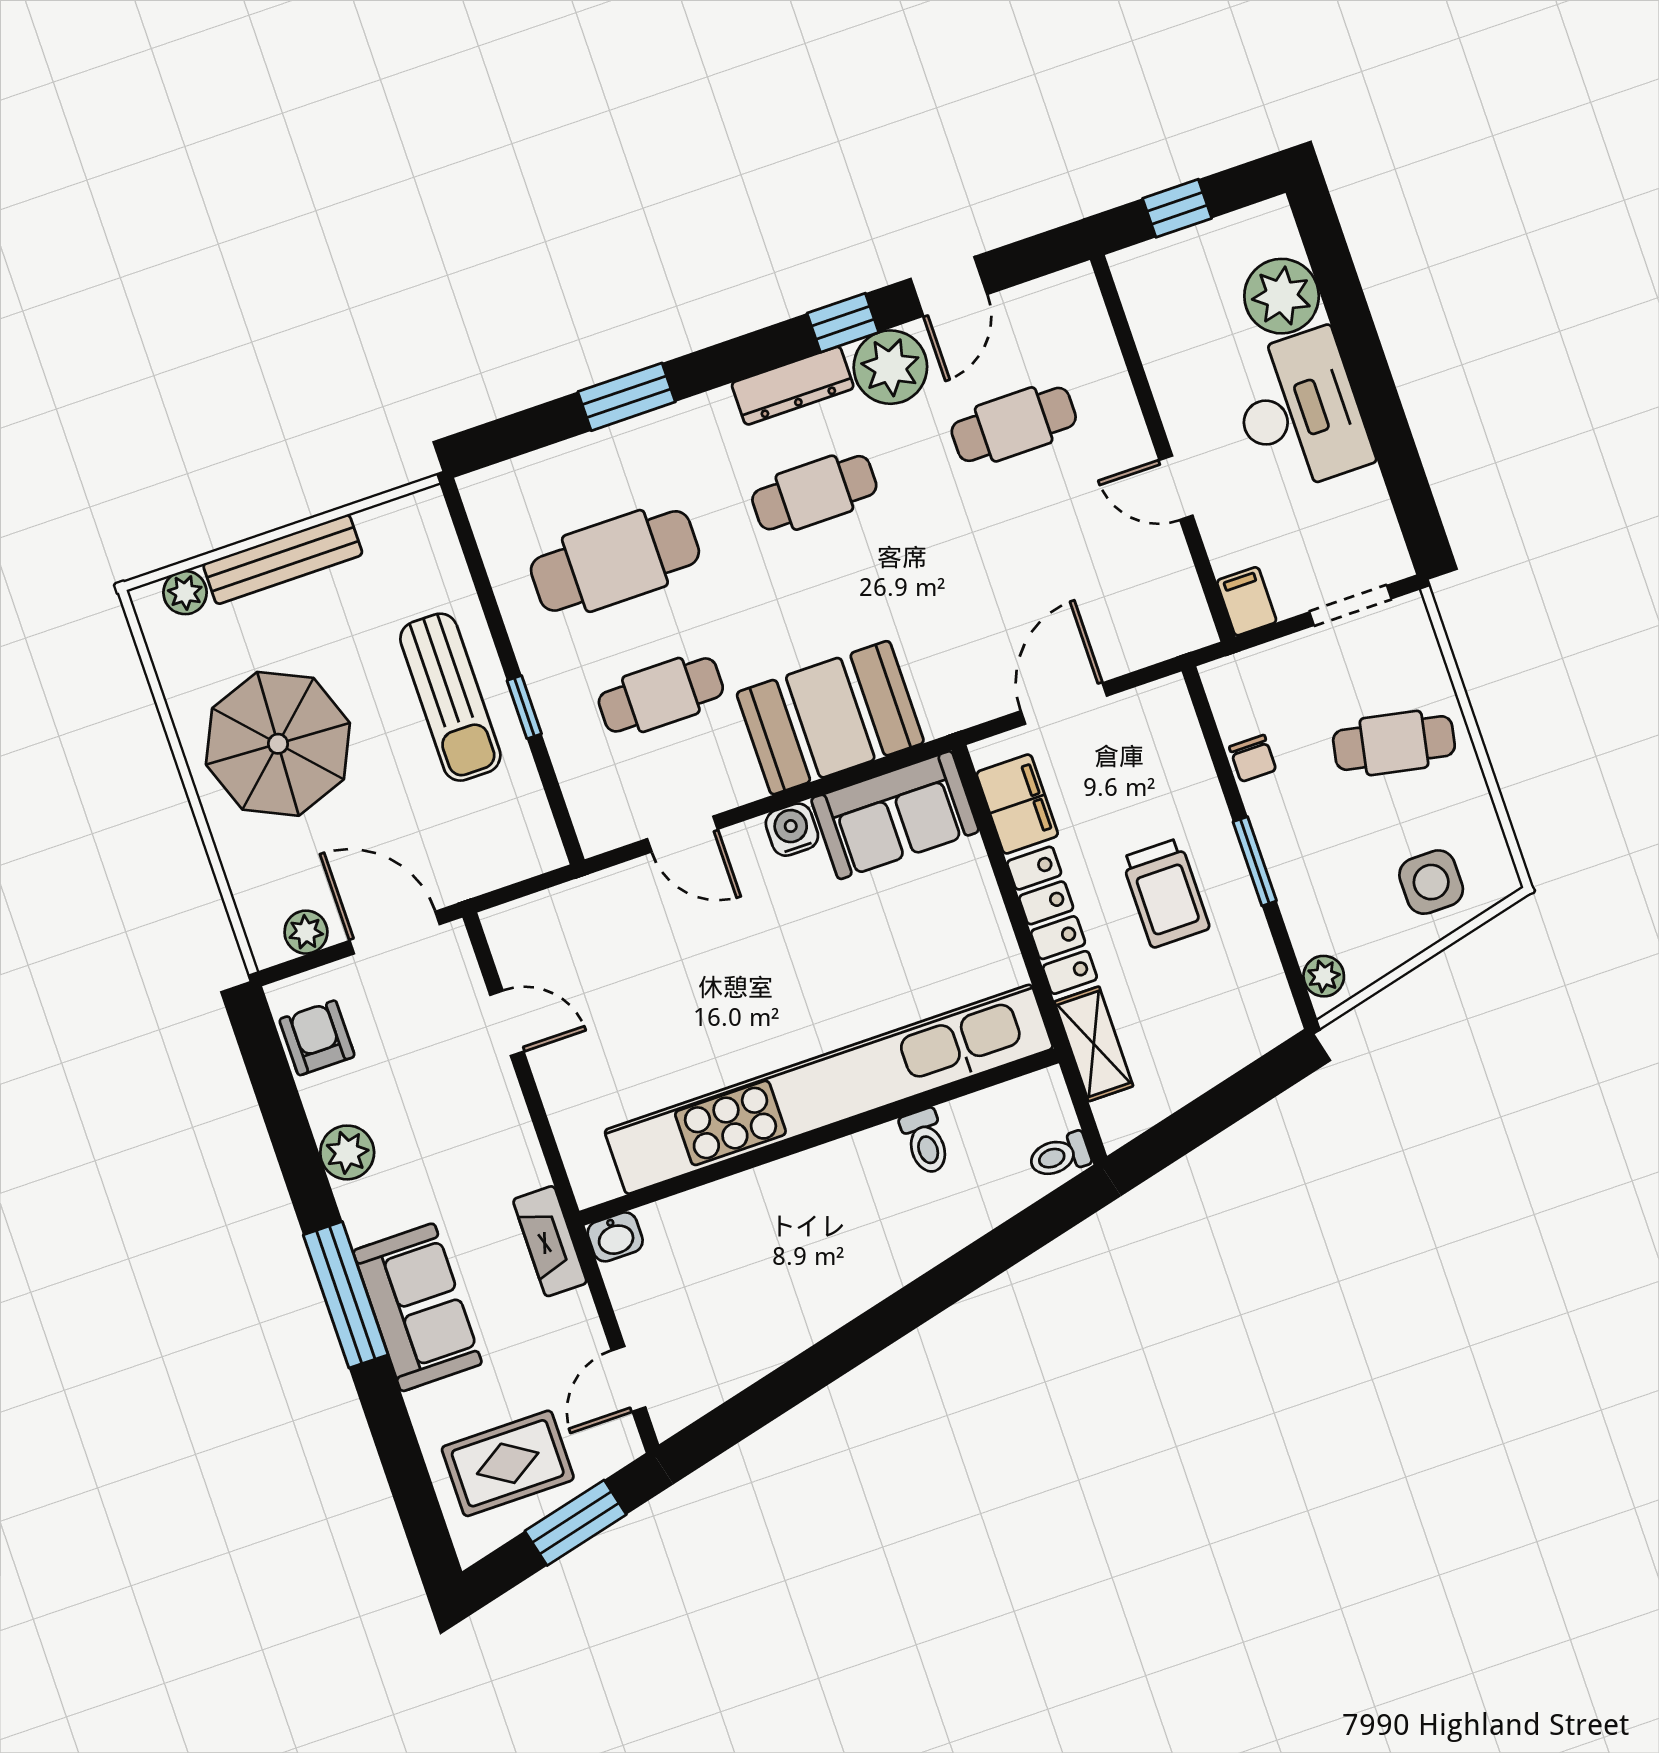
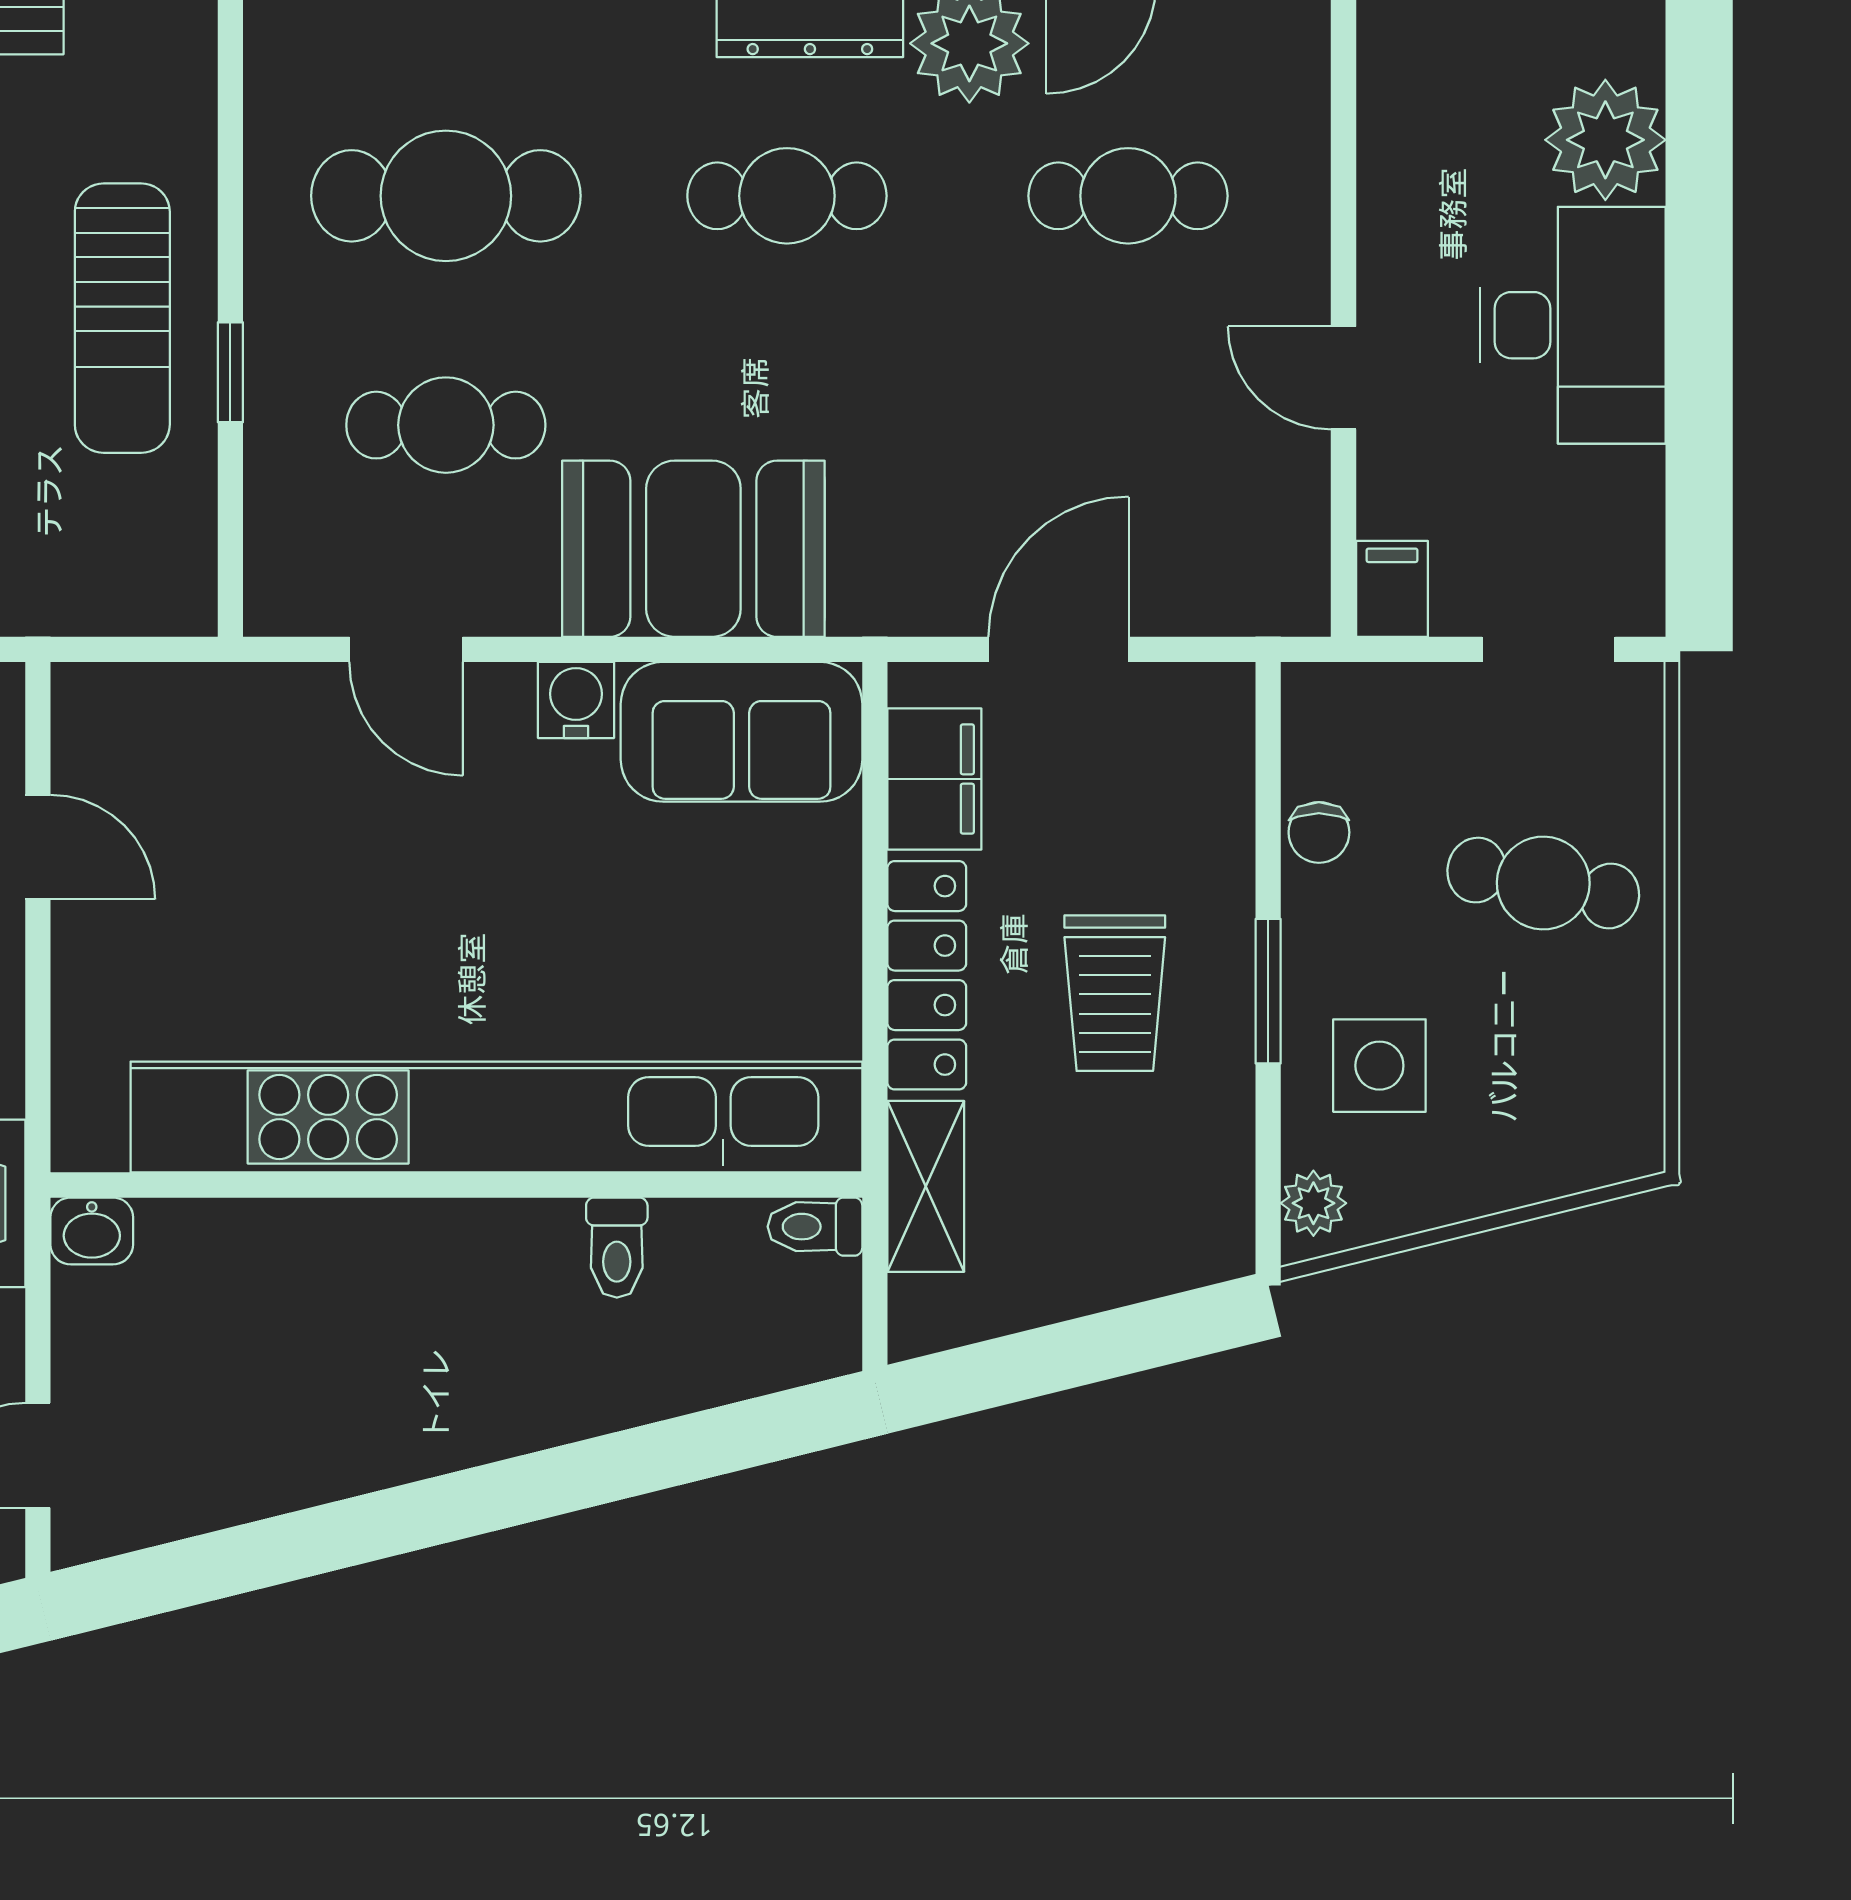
side table: (1431, 882) -> (1379, 1066), moved
toilet: (1060, 1155) -> (815, 1227), moved

